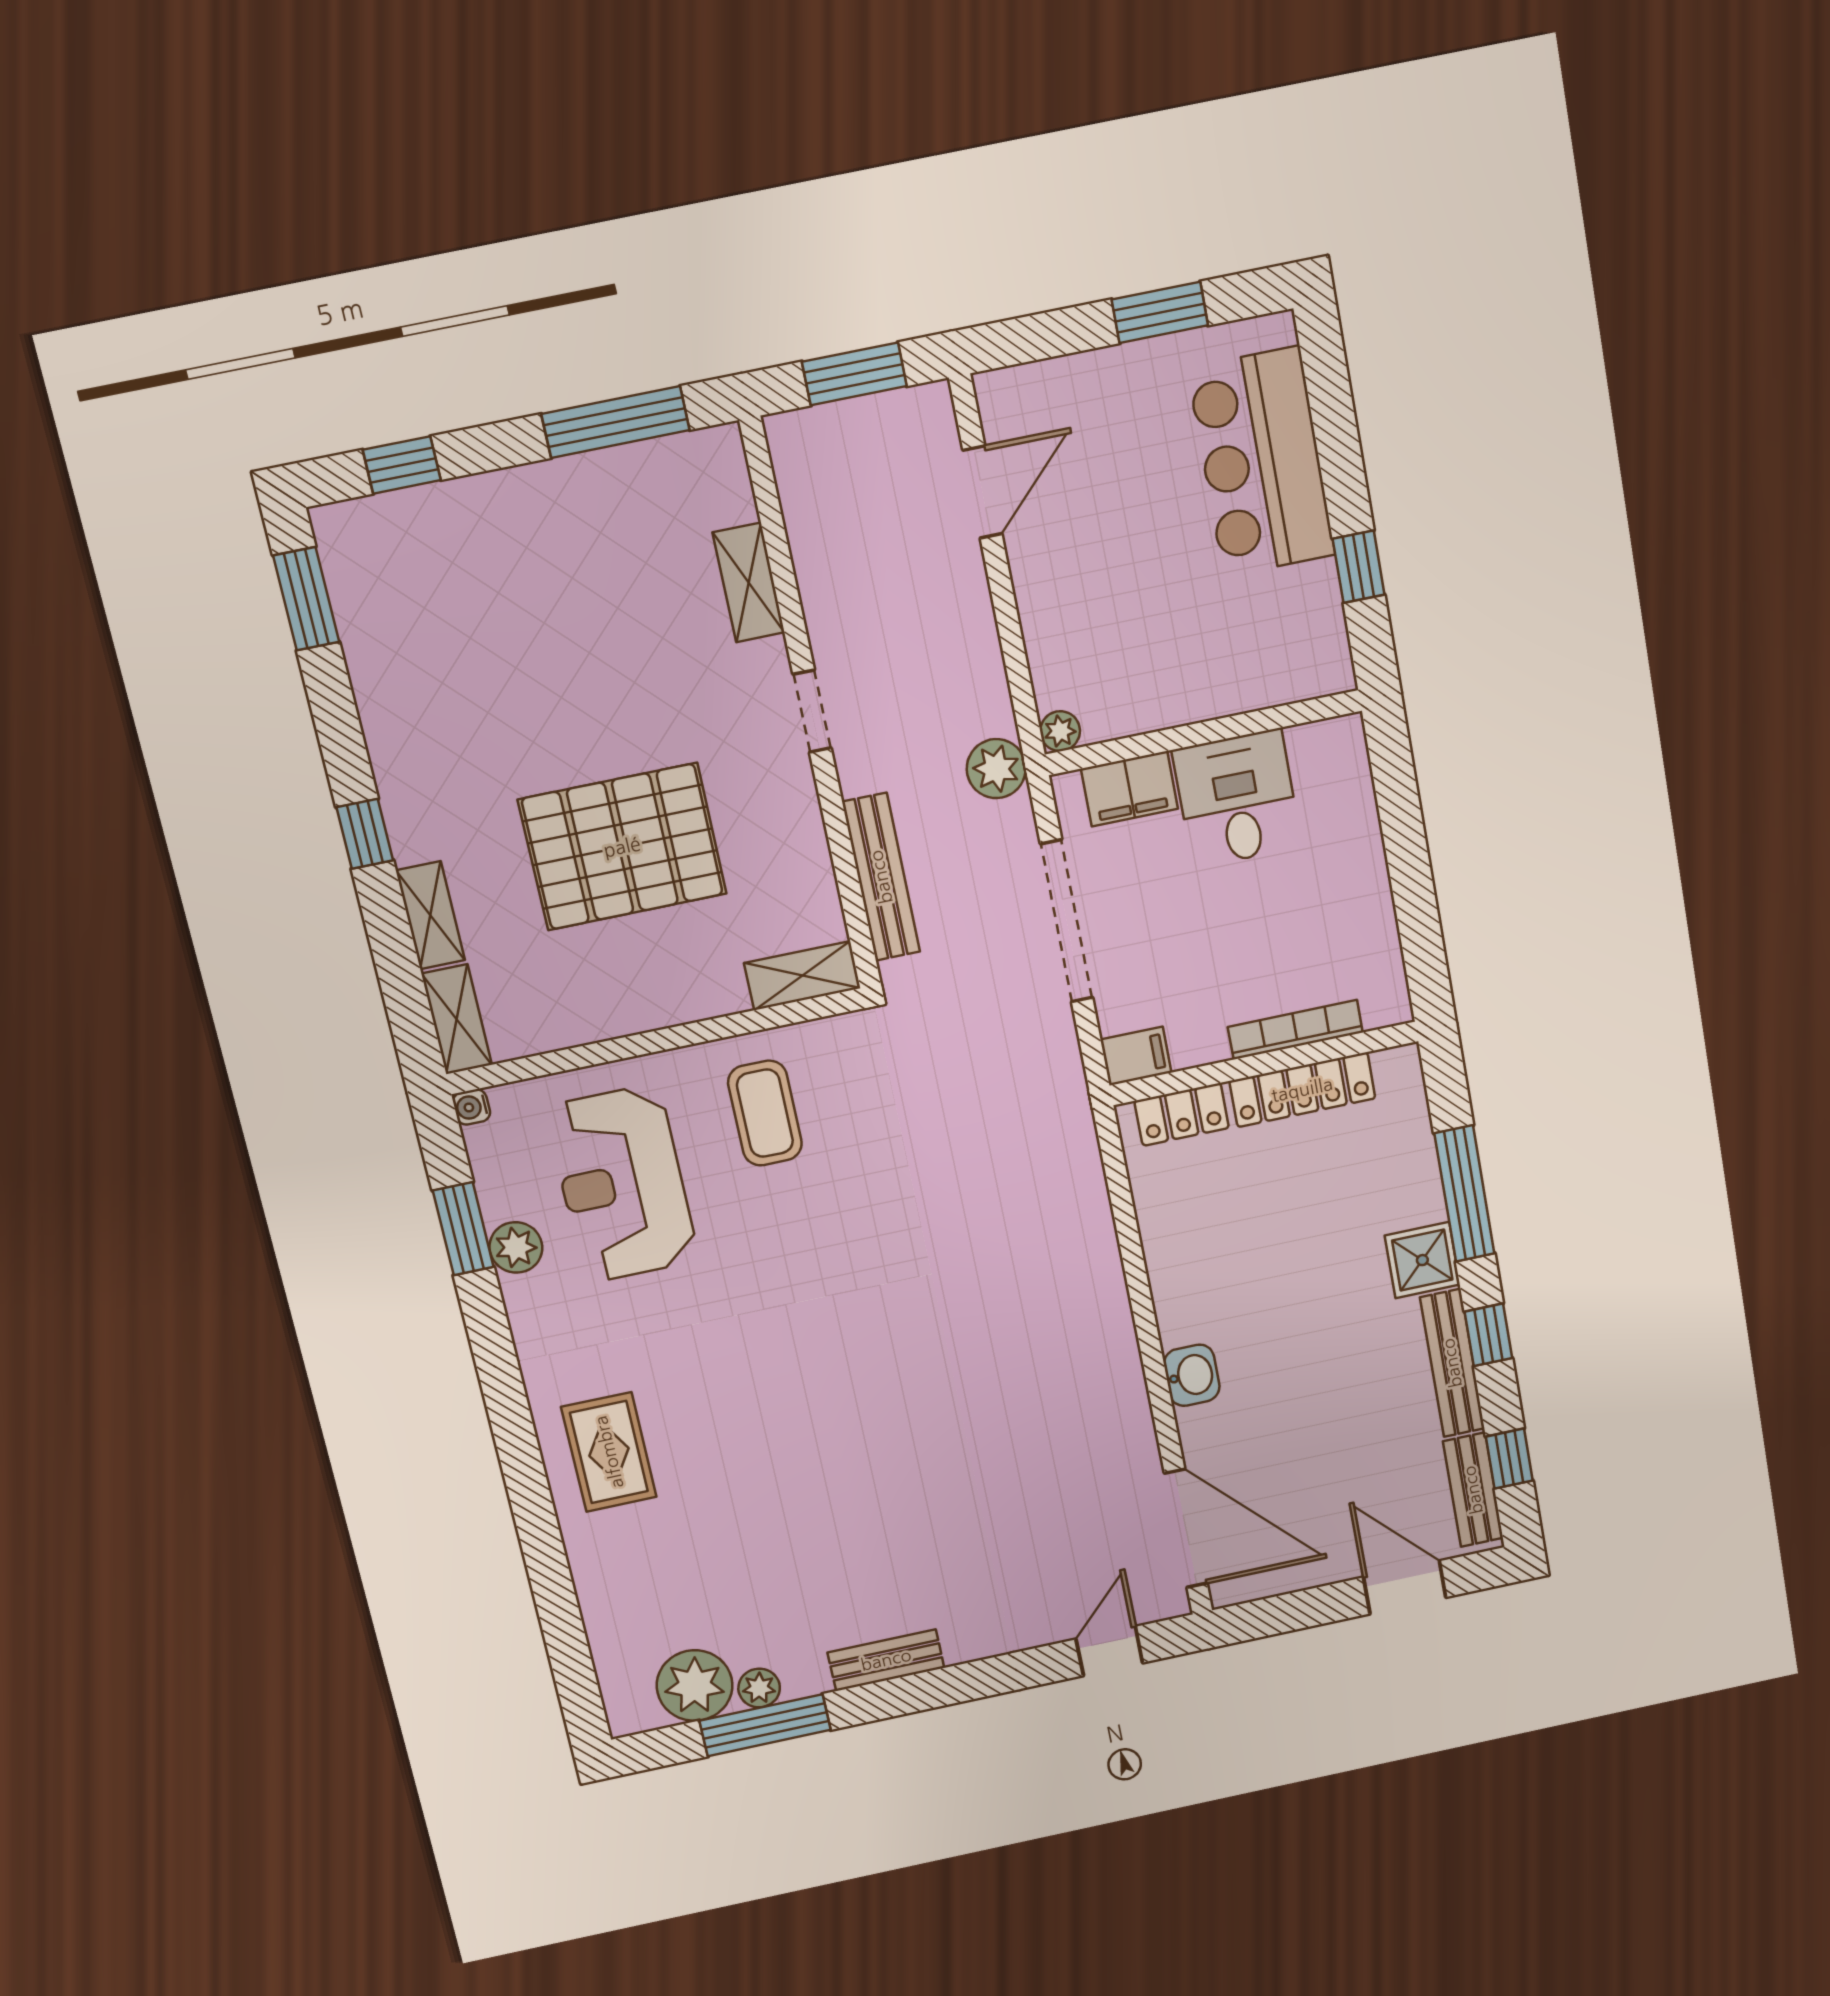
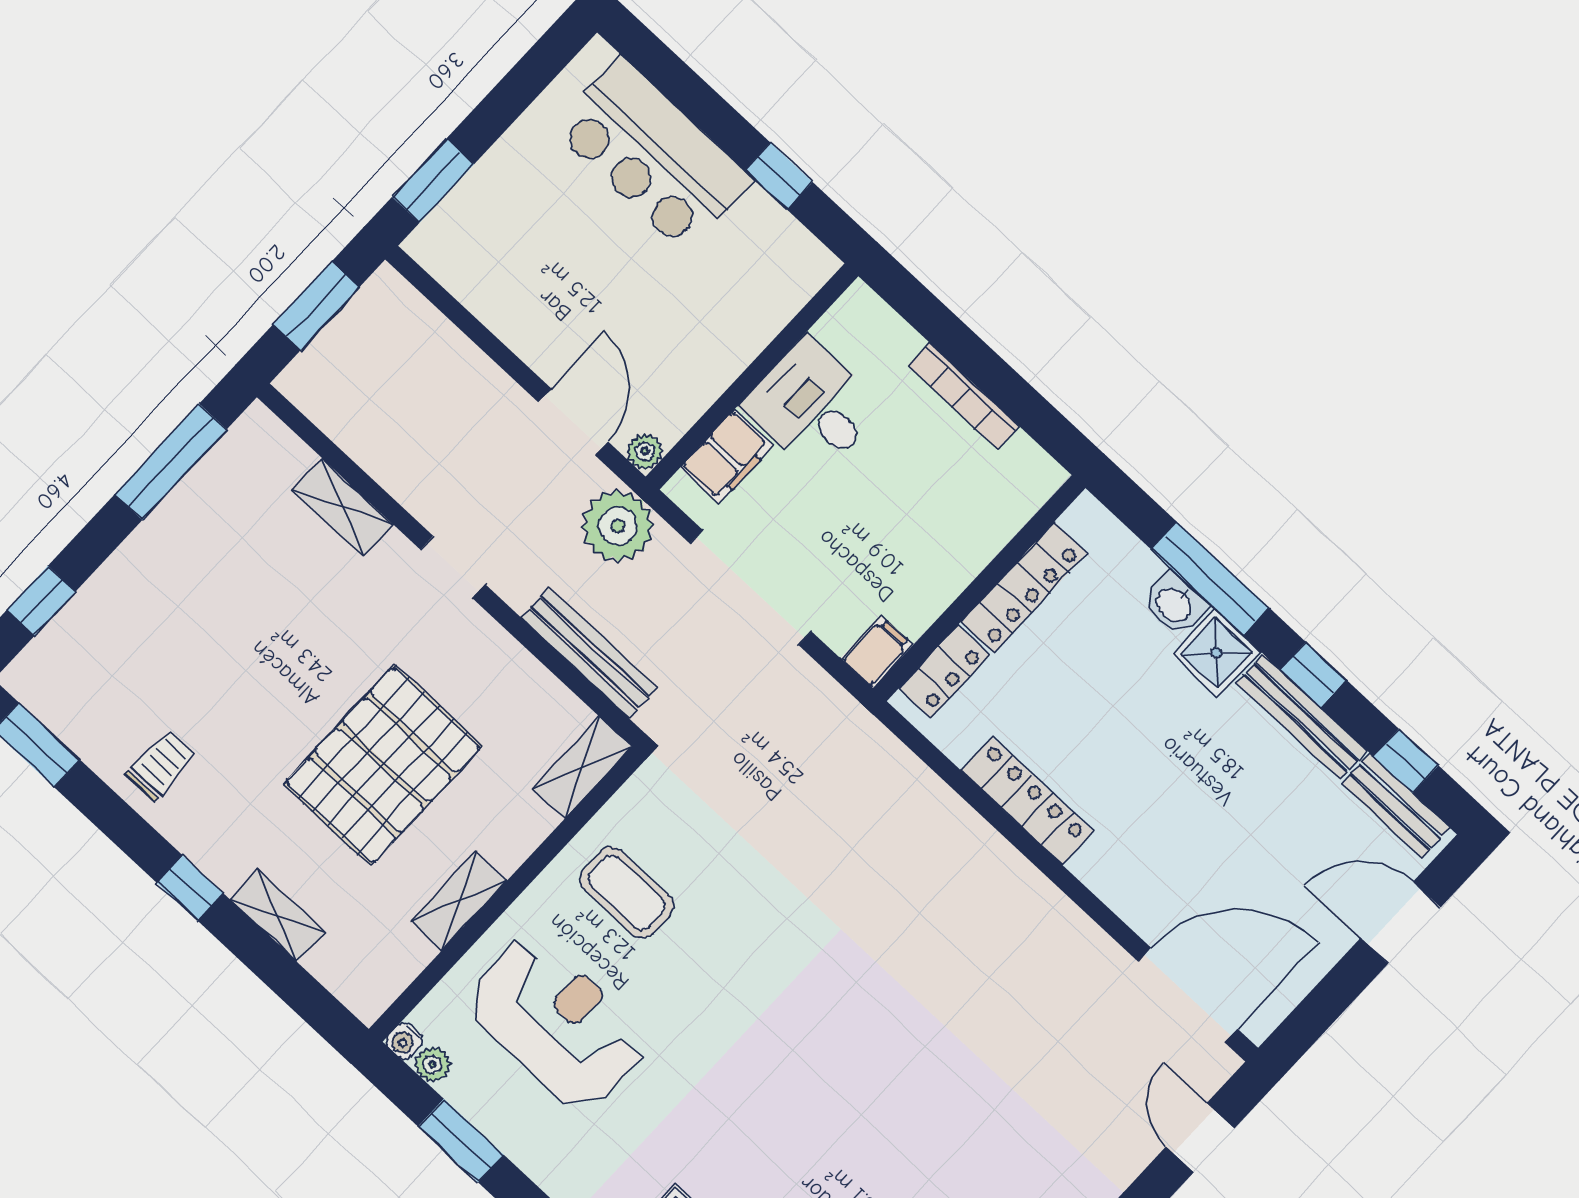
window: (1160, 312) -> (433, 181), moved
door: (982, 492) -> (573, 422), moved
trolley: (414, 701) -> (161, 765), added
plant: (996, 769) -> (618, 526), width x1.36, depth x1.36
shelving: (457, 1019) -> (459, 901), moved, turned 90
bookcase: (1295, 1030) -> (964, 396), moved, turned -90
reception desk: (622, 1184) -> (557, 1022), turned 180
plant: (516, 1247) -> (432, 1064), moved, width x0.73, depth x0.73
locker: (1171, 1274) -> (1027, 801), added
washbasin: (1192, 1375) -> (1175, 604), moved, turned 180

